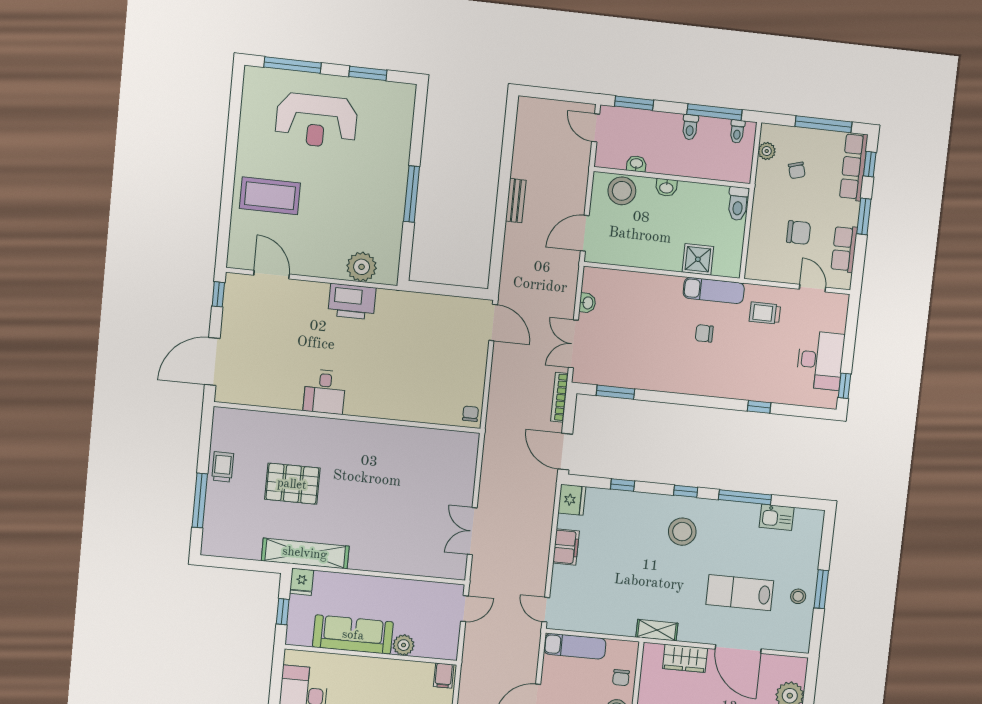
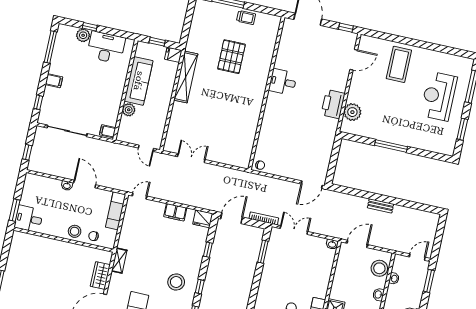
door: (585, 233) -> (357, 244), hinge flipped
washbasin: (587, 303) -> (332, 244), moved
shelving: (305, 553) -> (186, 77), moved

